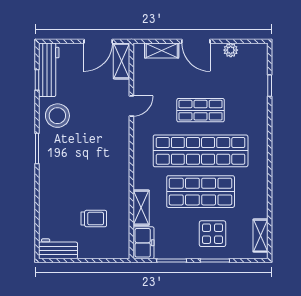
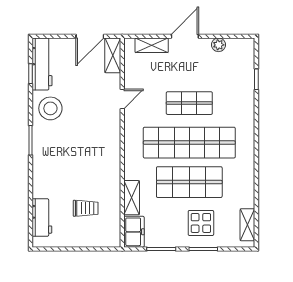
door: (196, 41) -> (185, 36), swing flipped
workbench: (58, 249) -> (42, 217), moved, turned 90

